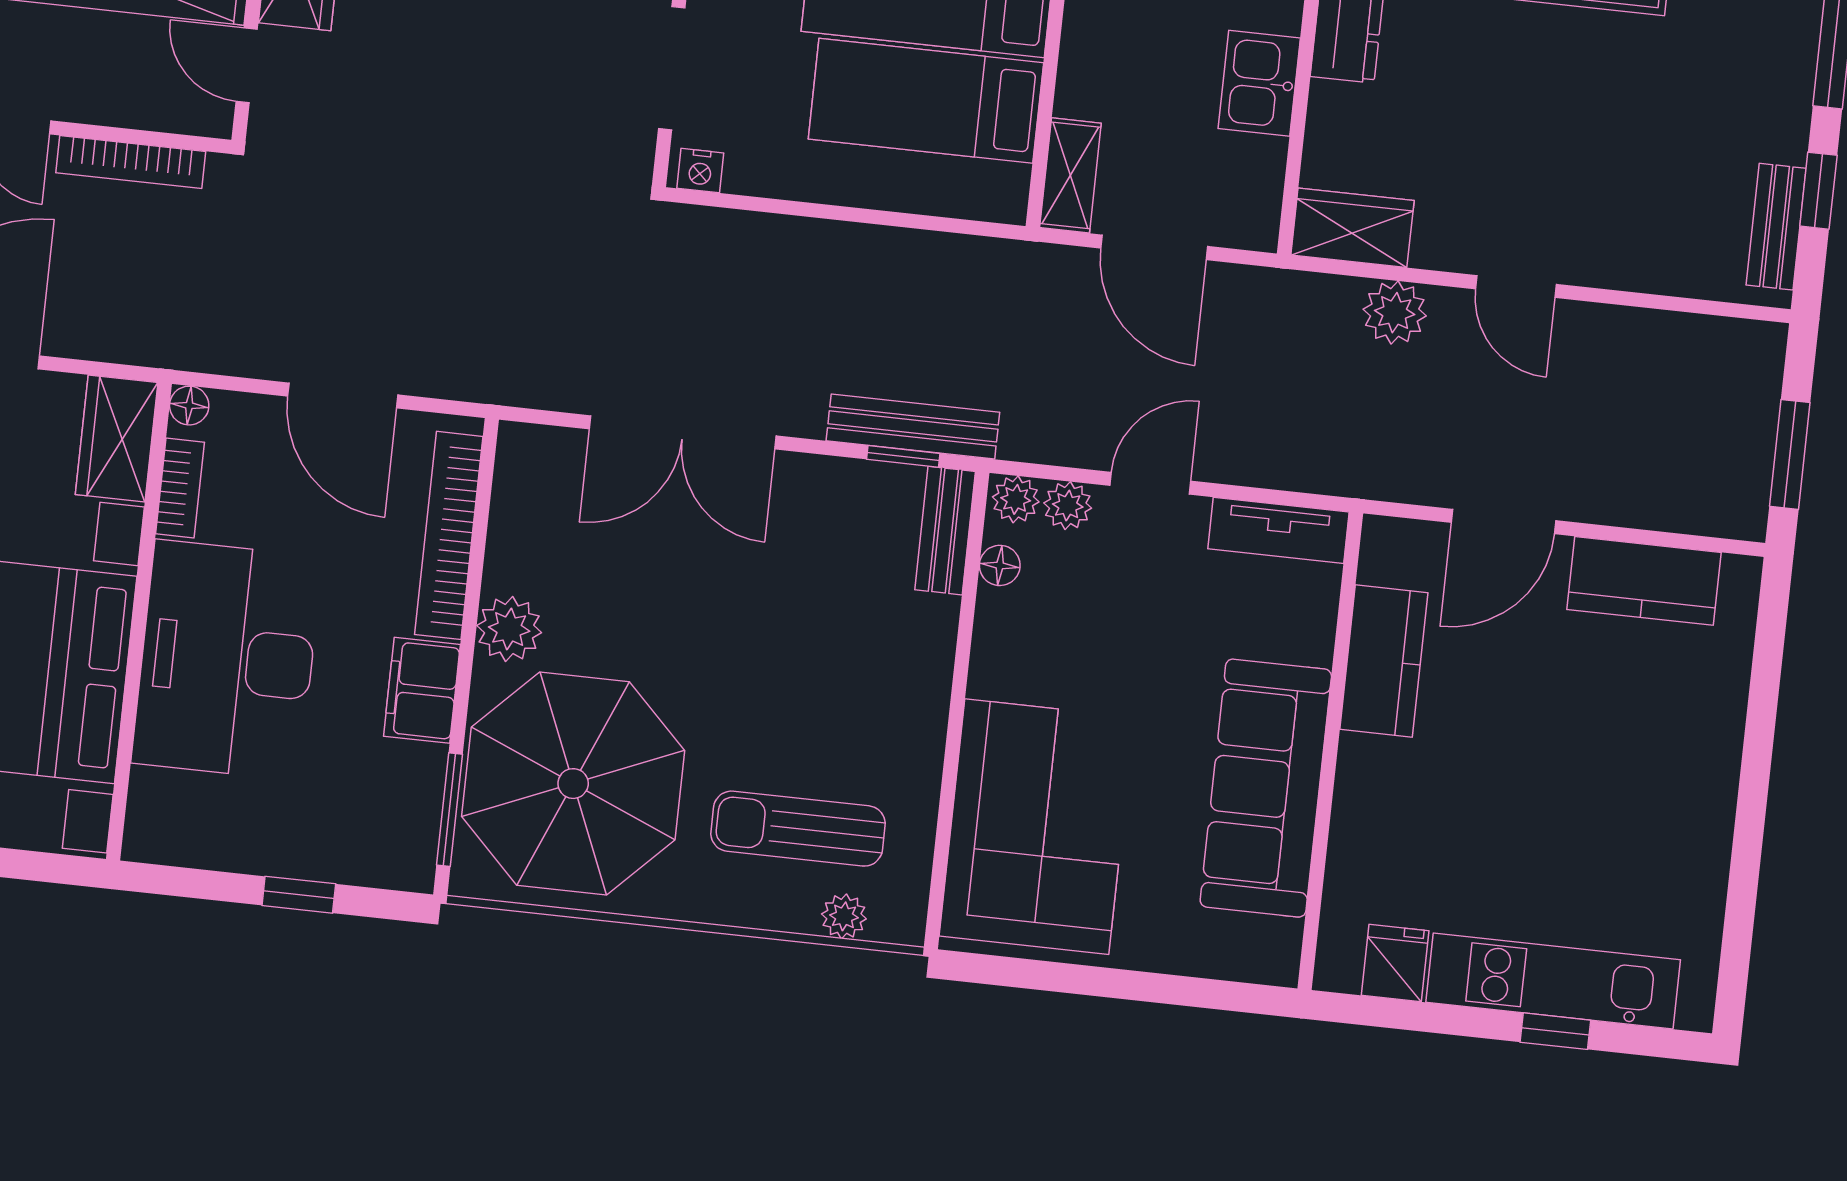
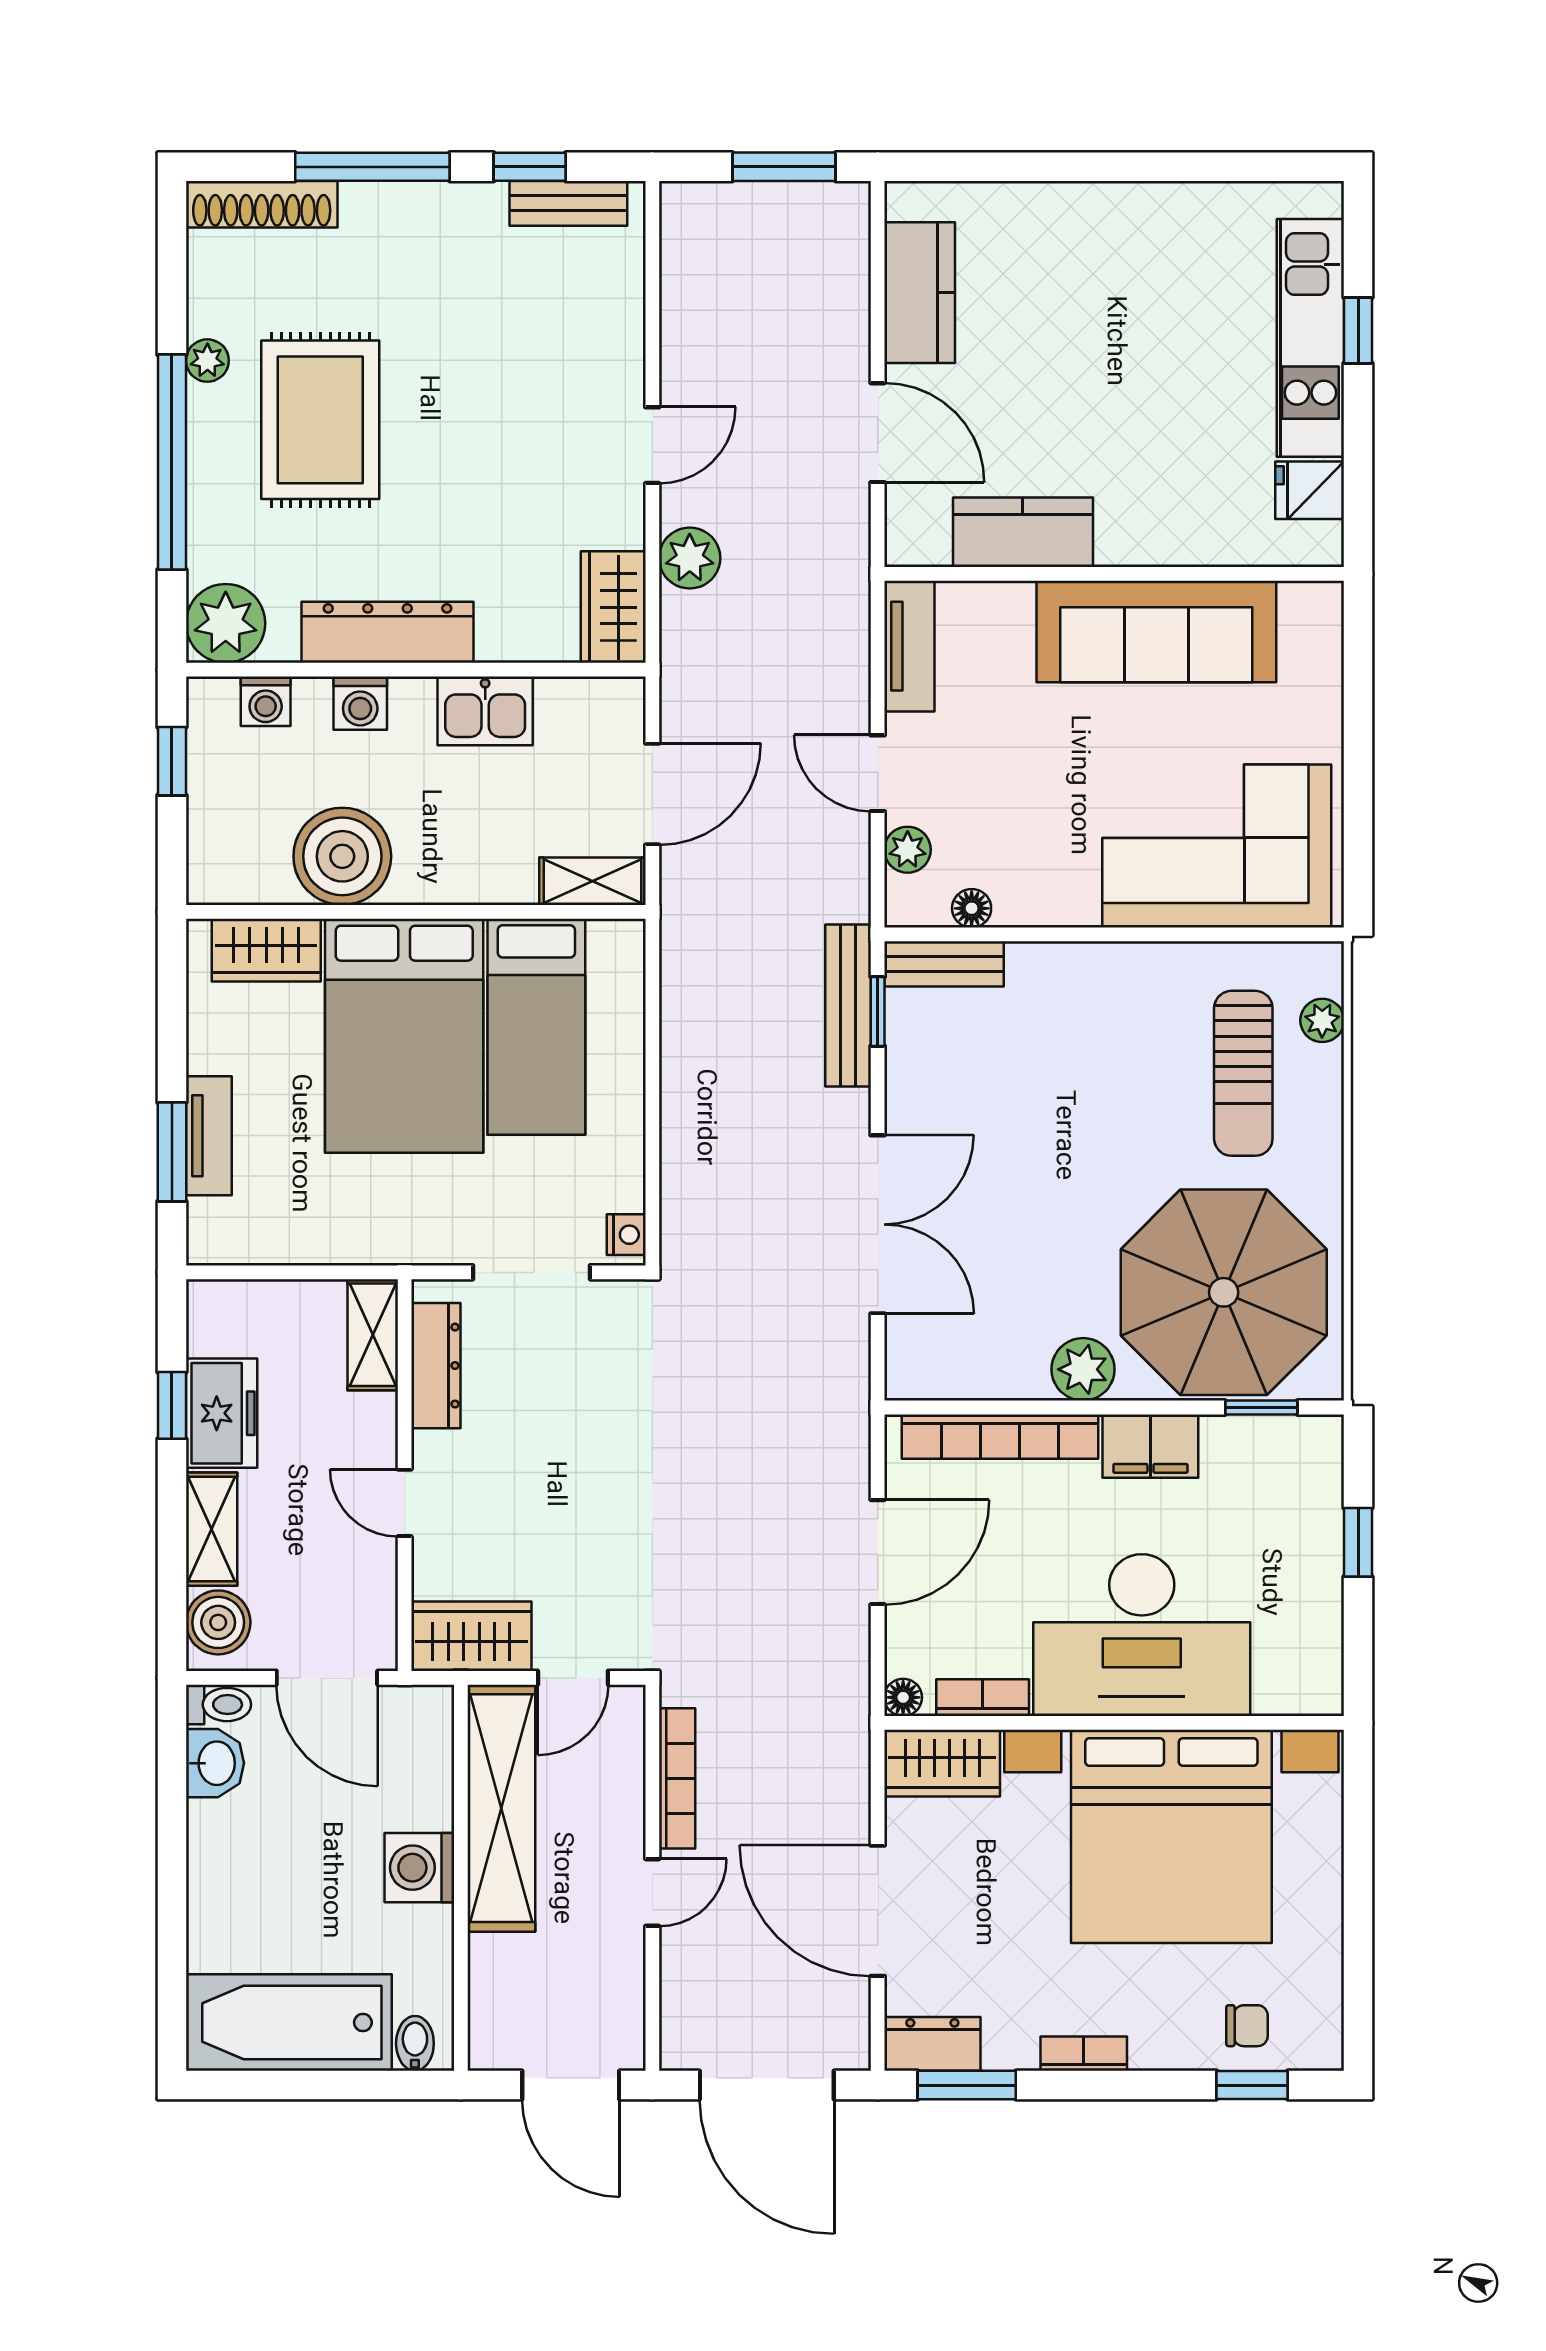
plant: (1016, 499) -> (907, 900), removed
window: (449, 810) -> (1261, 1407), width x0.67

